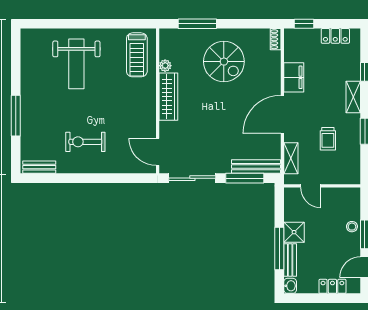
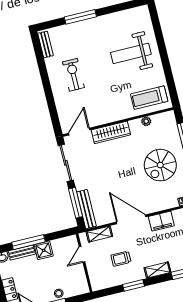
wardrobe: (168, 97) -> (111, 132), moved

